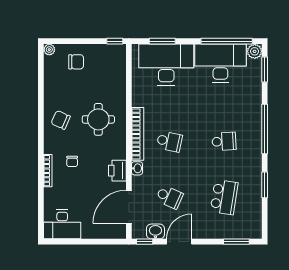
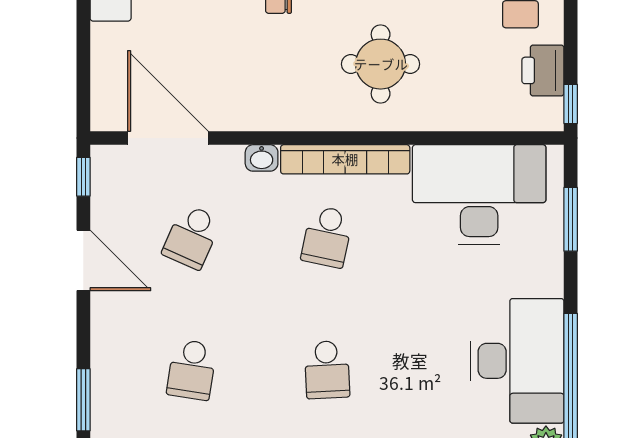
desk: (166, 65) -> (479, 195), moved, turned -90
printer: (117, 171) -> (543, 70), moved, turned -90
school desk: (224, 197) -> (192, 370), width x0.54
washbasin: (155, 231) -> (108, 203), removed

